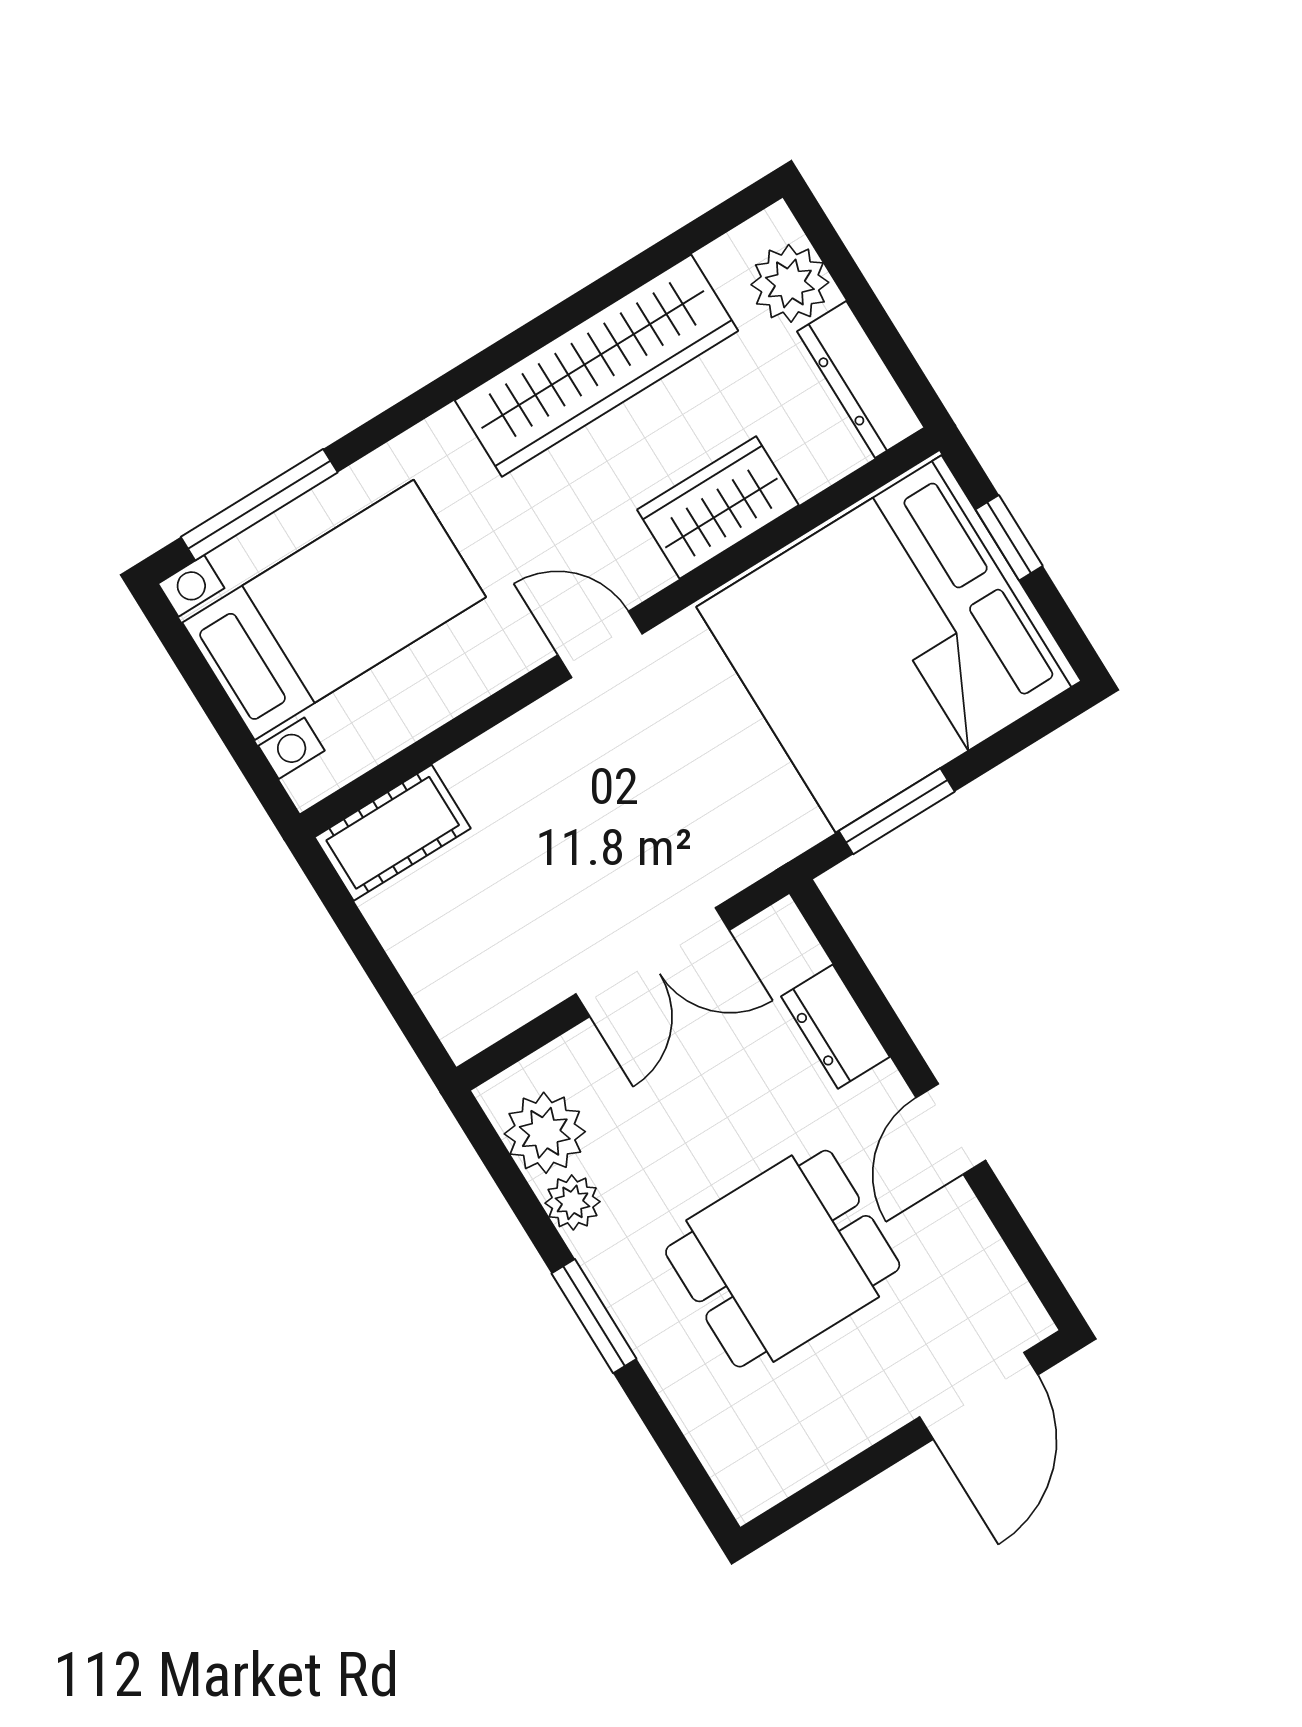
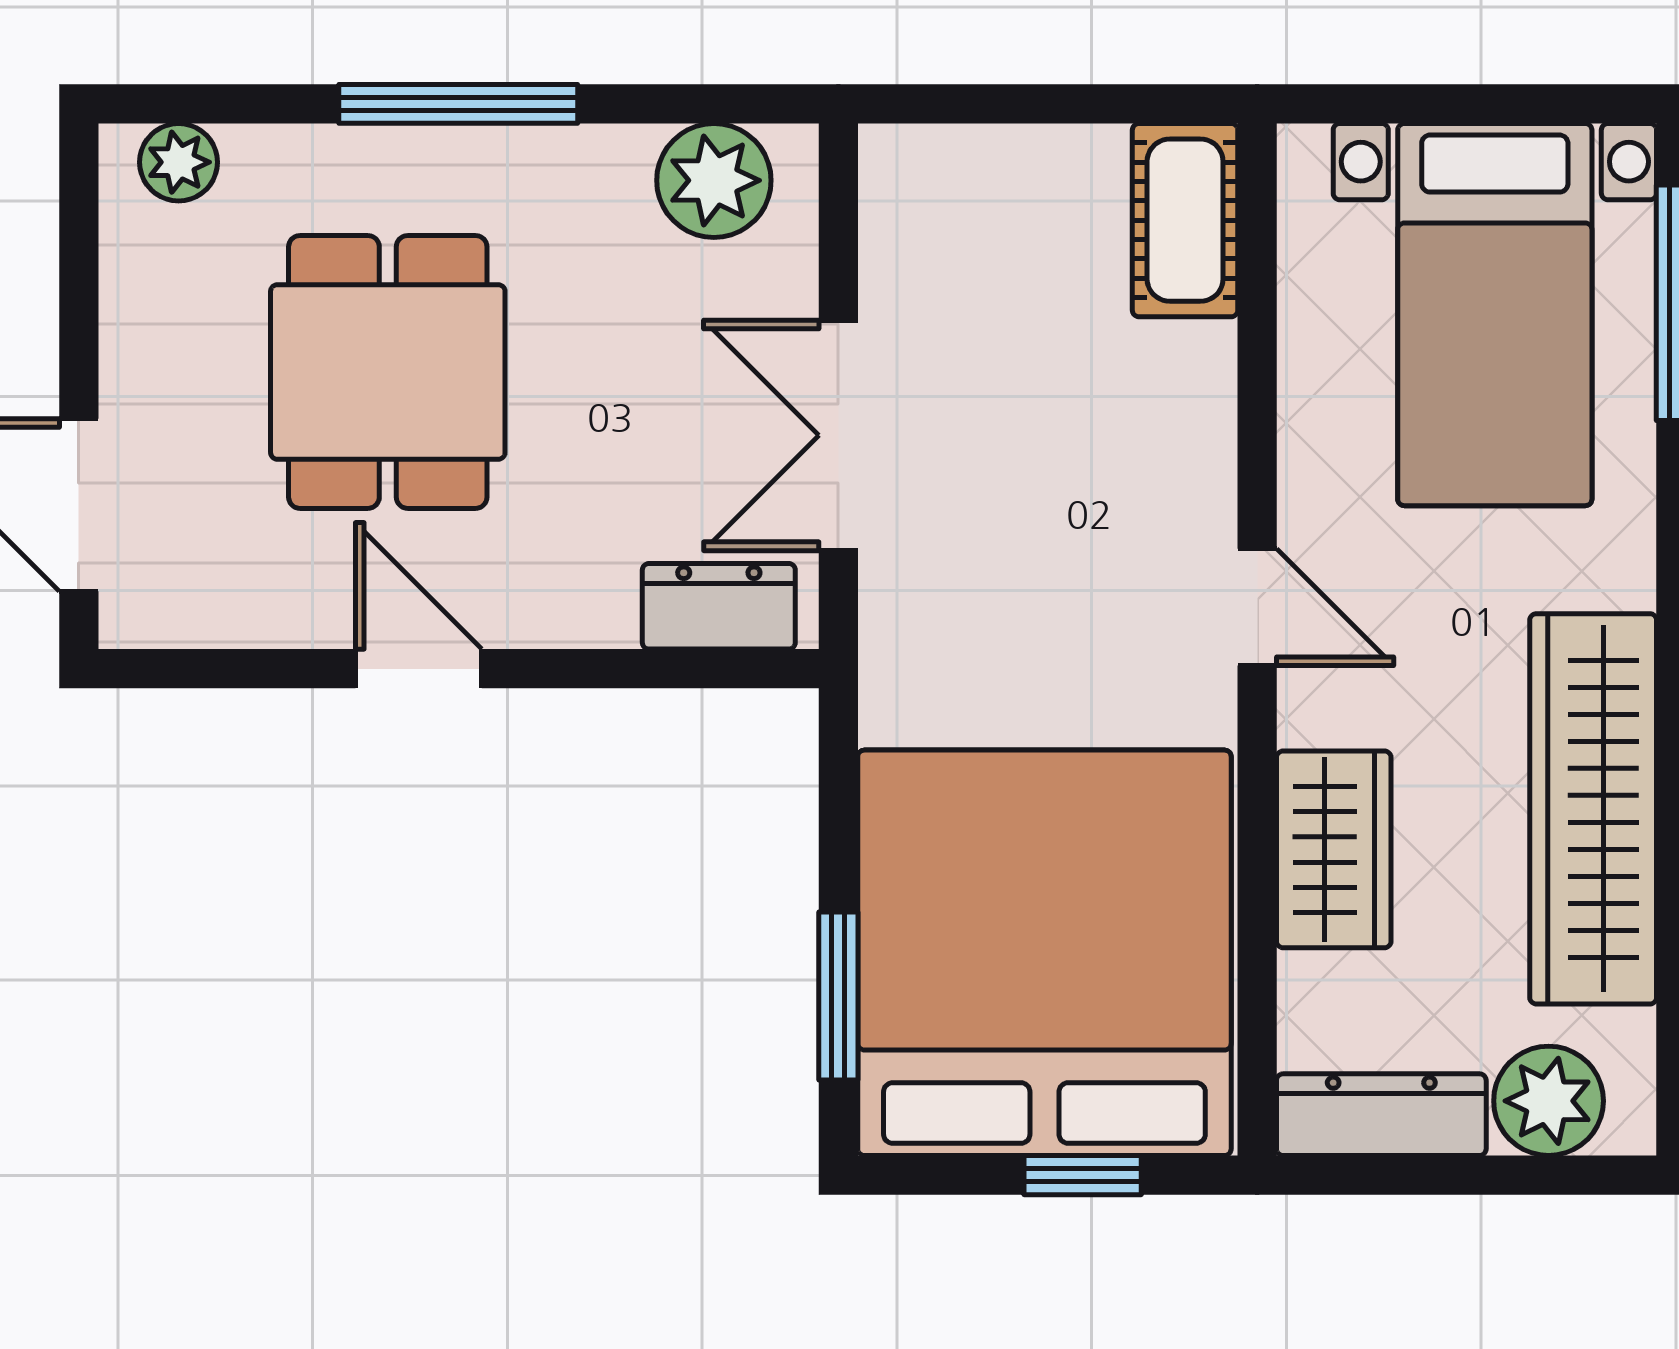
door: (600, 644) -> (1257, 607), hinge flipped
window: (897, 811) -> (838, 996), moved
dresser: (835, 1027) -> (719, 606), moved
plant: (573, 1202) -> (179, 162), moved
window: (594, 1316) -> (458, 104), width x1.44

